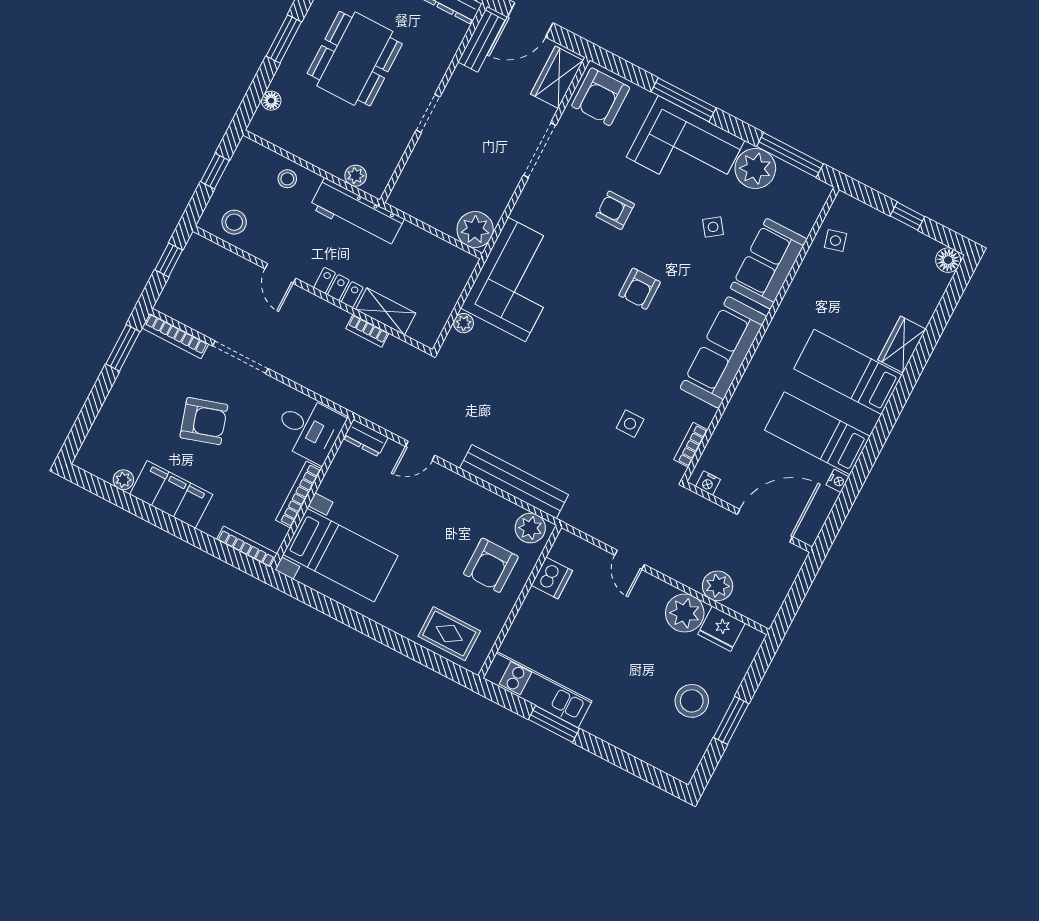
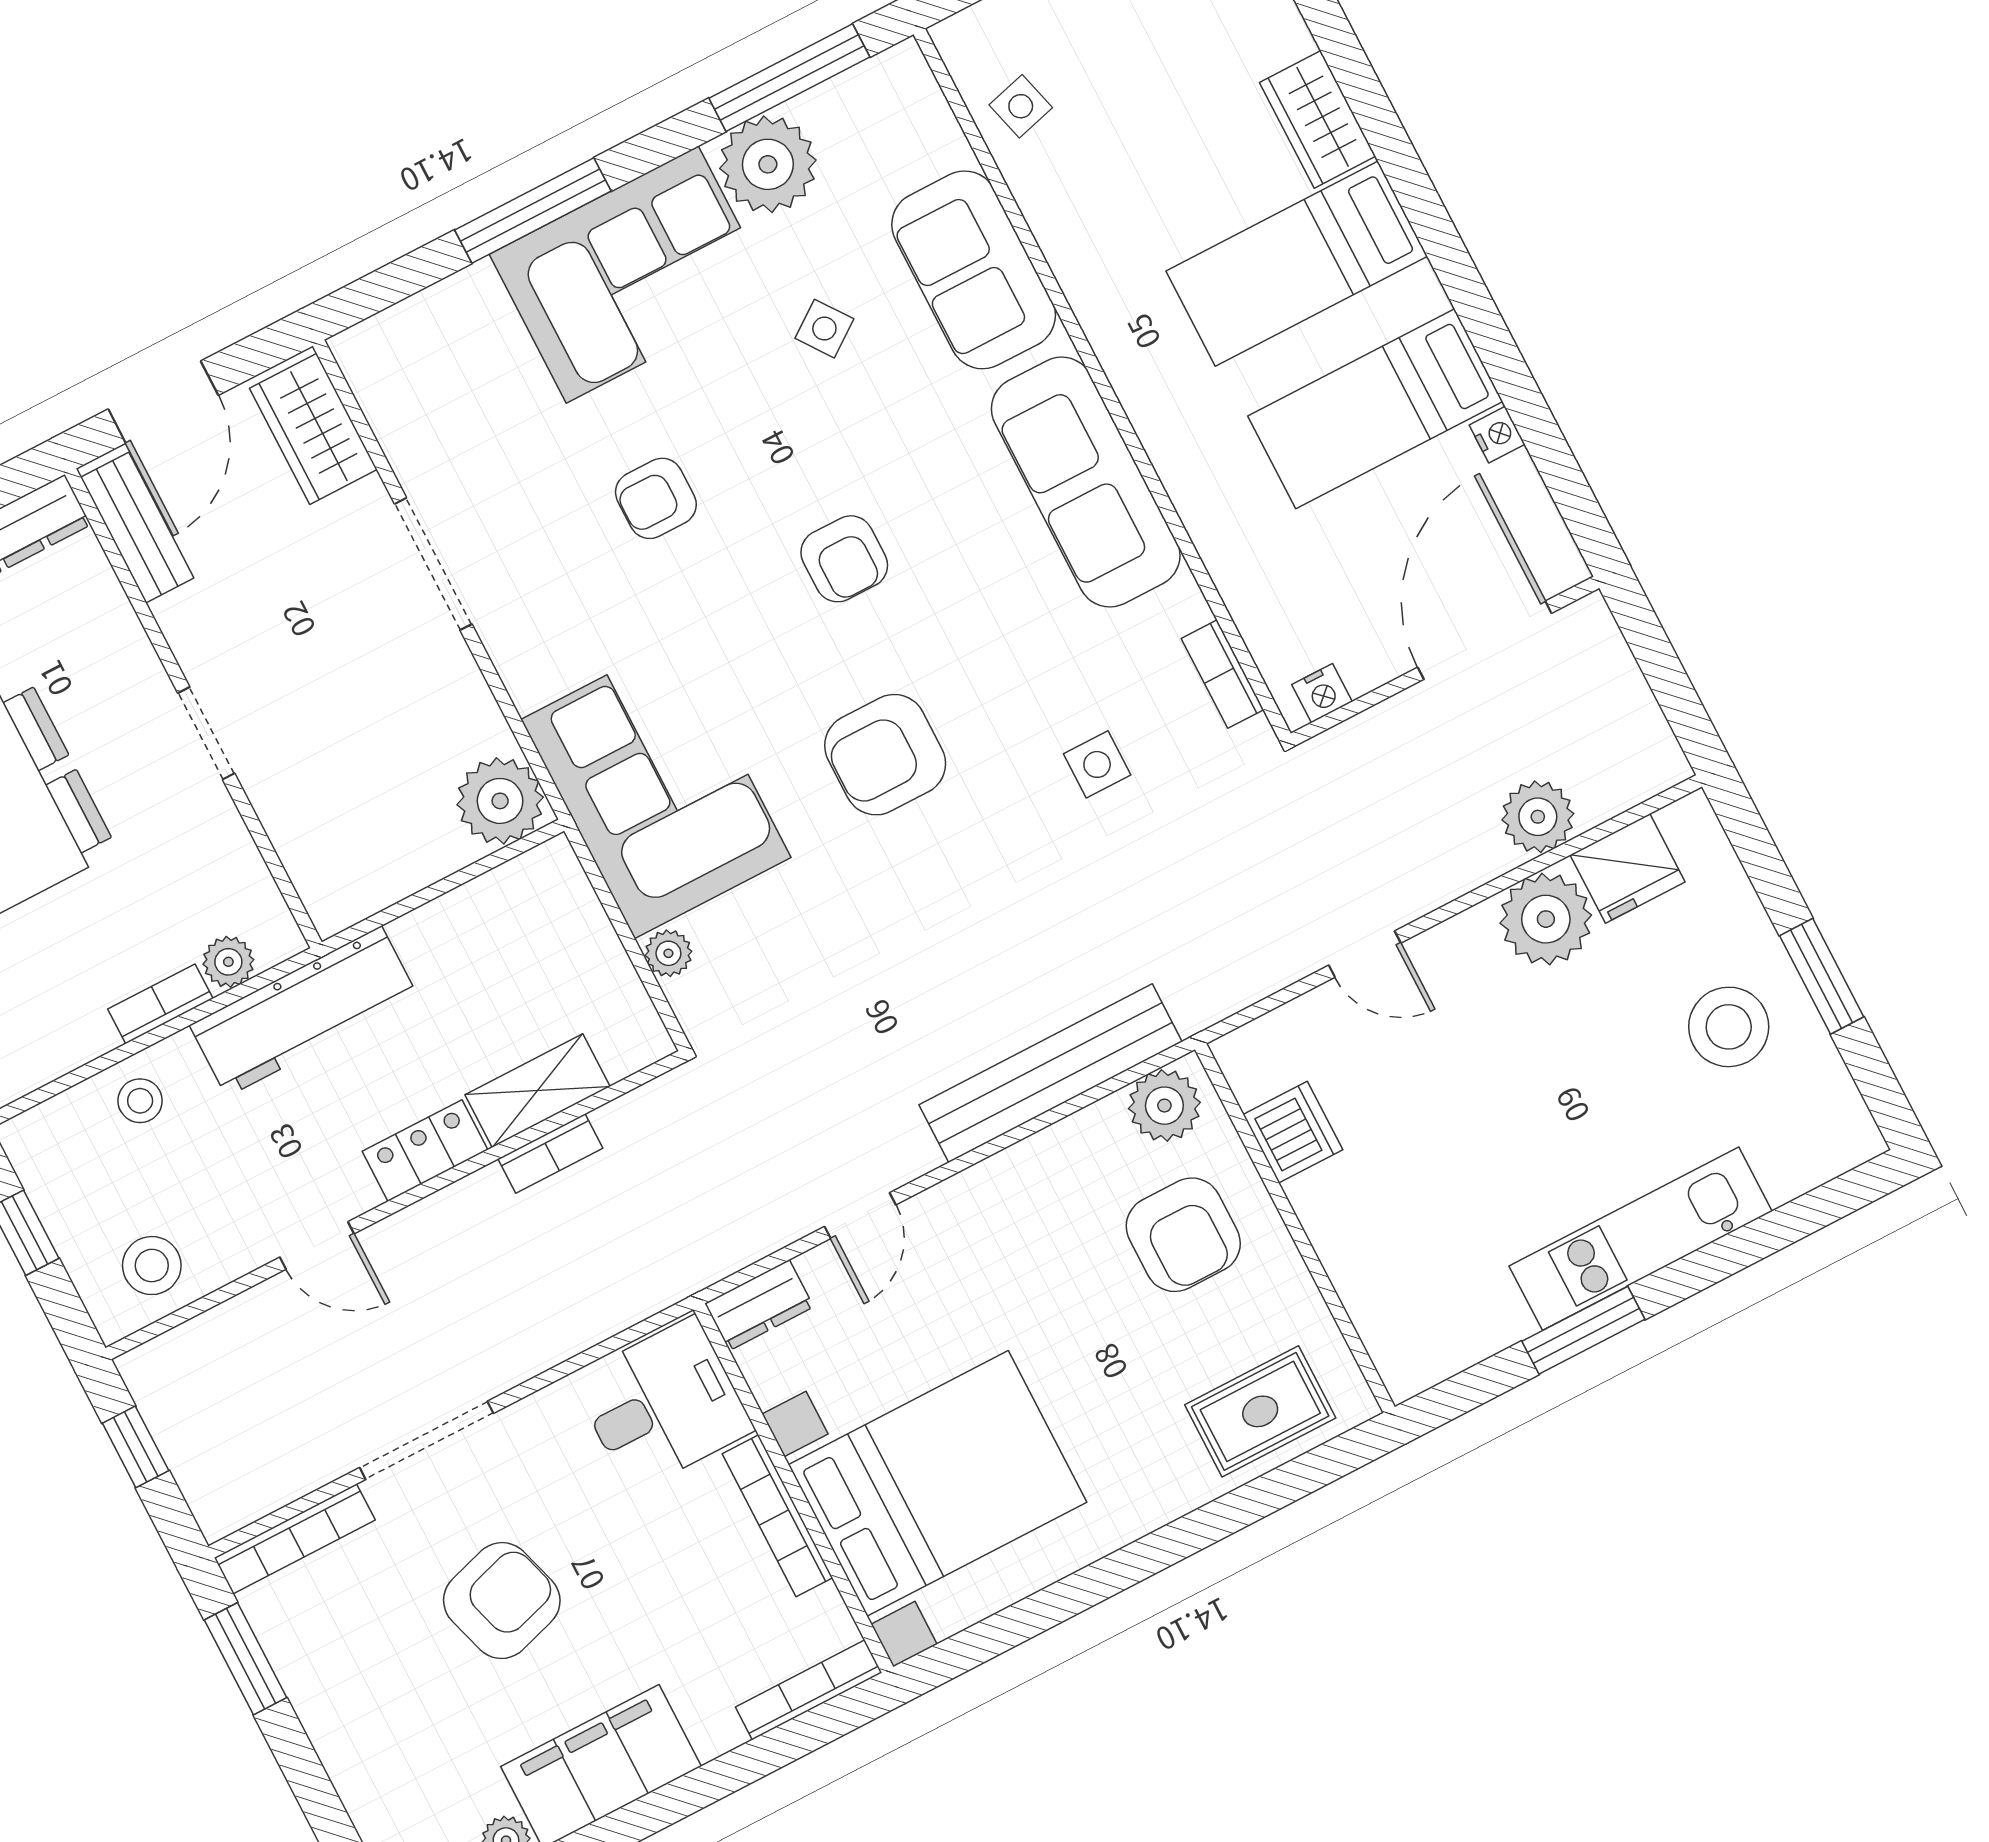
armchair: (601, 97) -> (885, 755), moved, turned 90
bookcase: (325, 163) -> (160, 1004), added
bed with nightstands: (340, 555) -> (938, 1483), width x1.36
kitchen unit: (537, 690) -> (1641, 1239), moved

